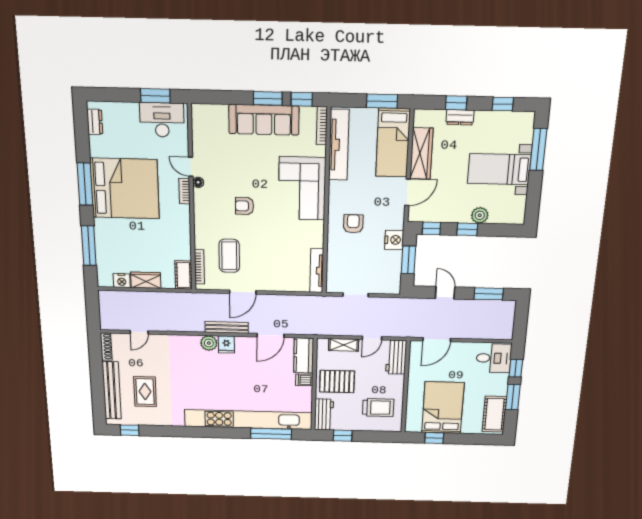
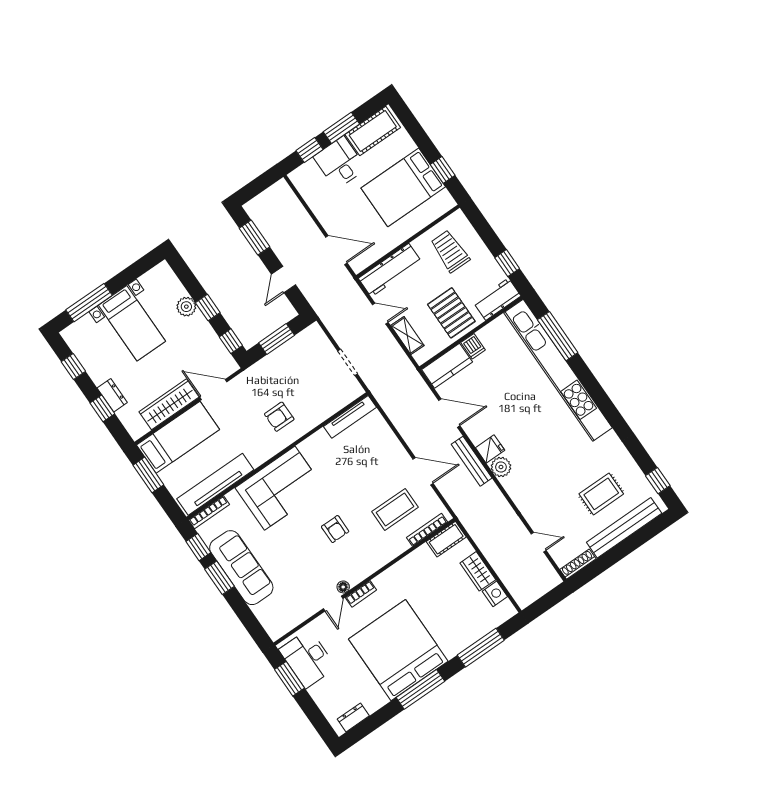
nightstand: (394, 240) -> (267, 367), removed
workbench: (396, 357) -> (390, 270), width x1.38
desk: (494, 358) -> (340, 163), moved

